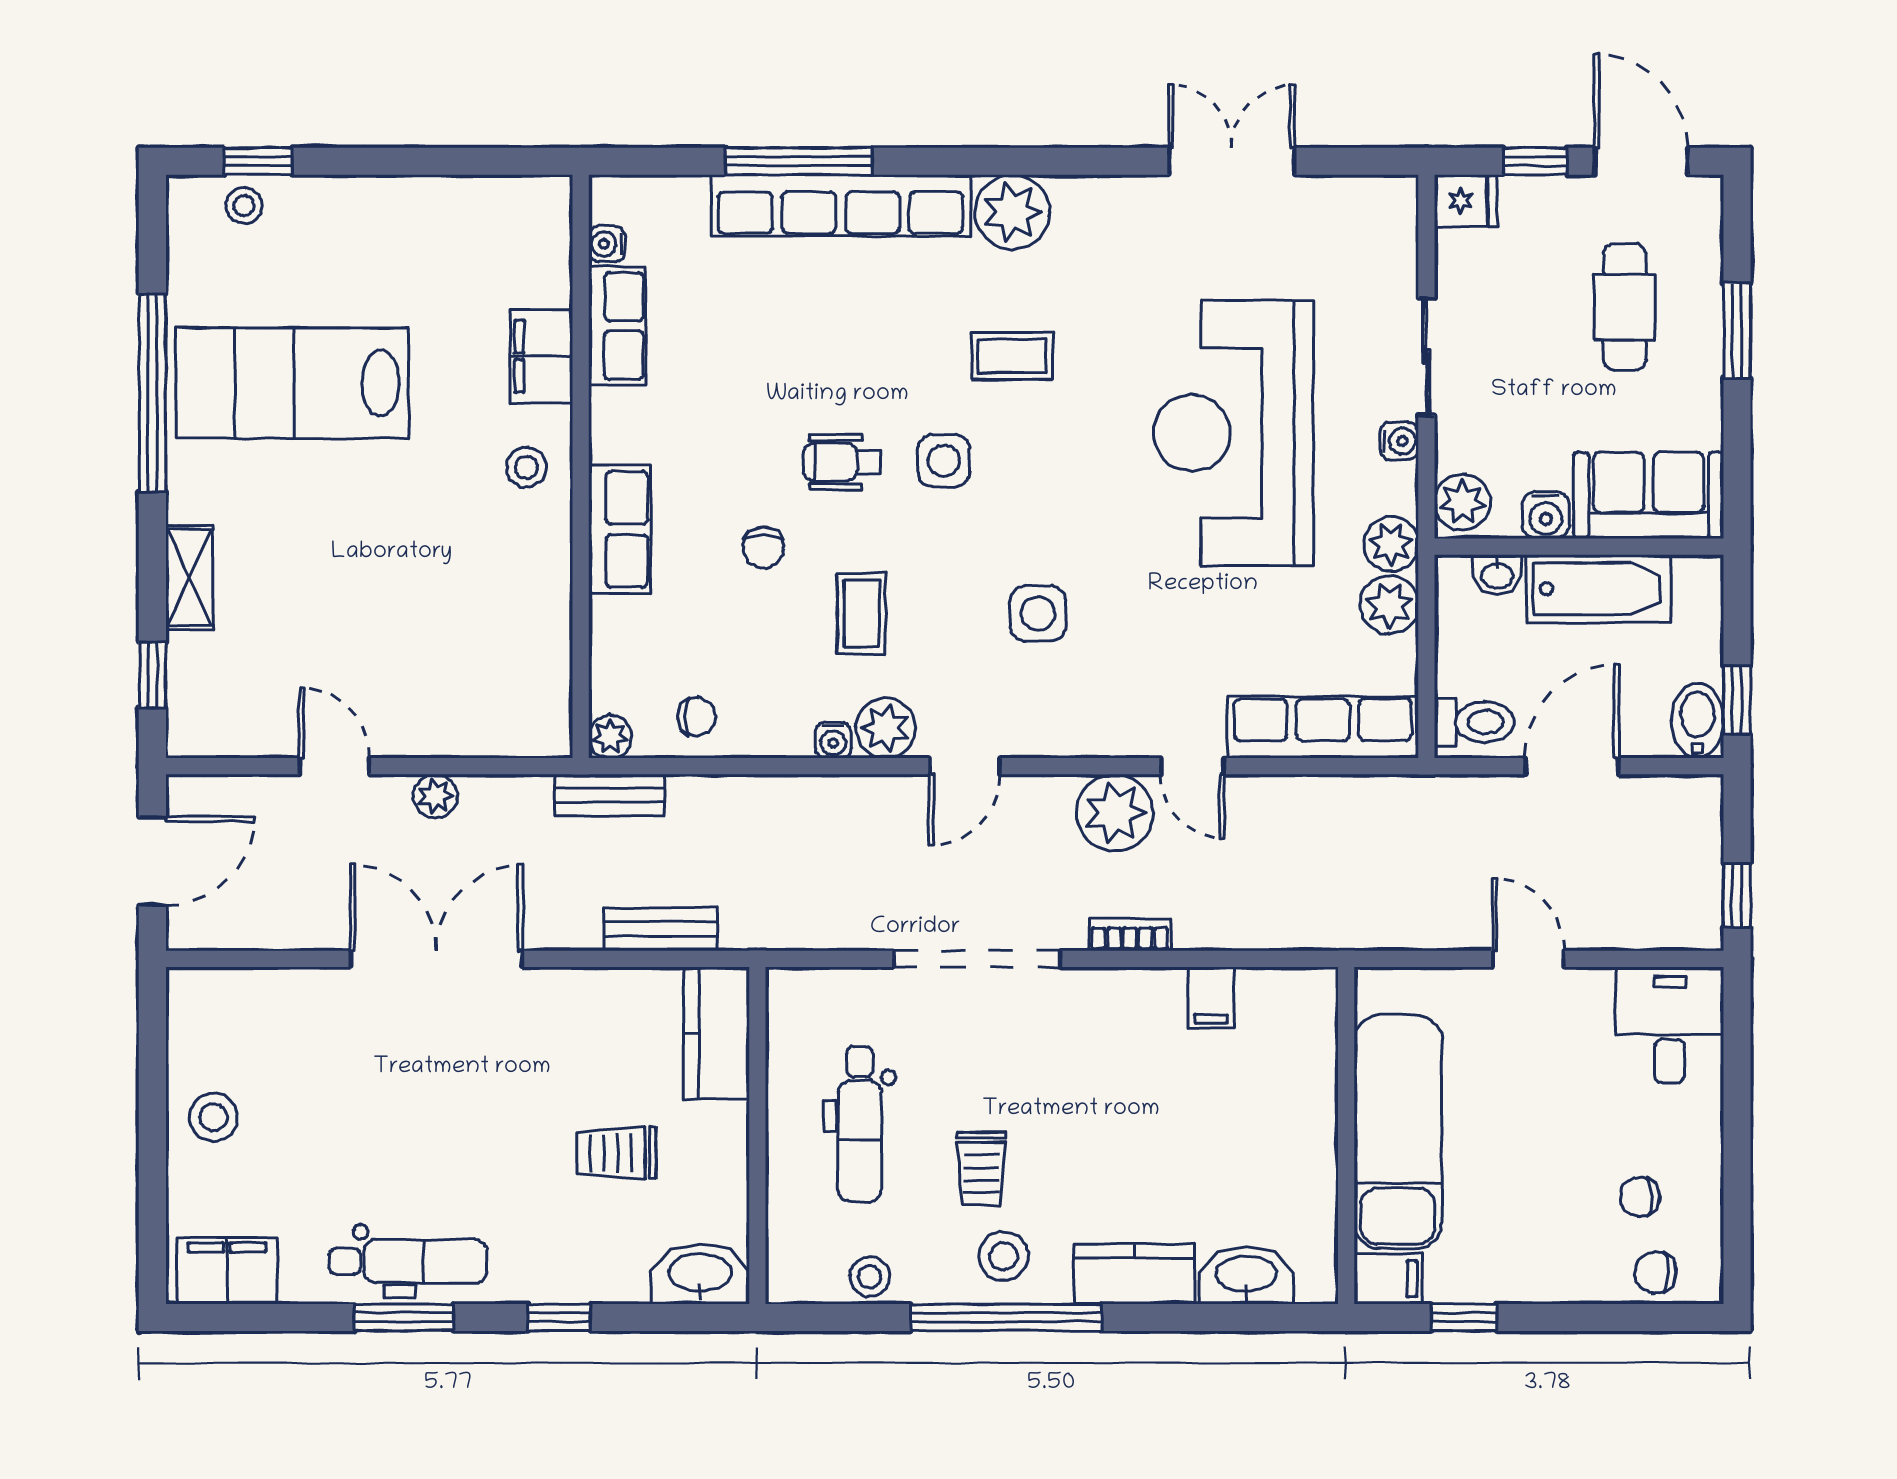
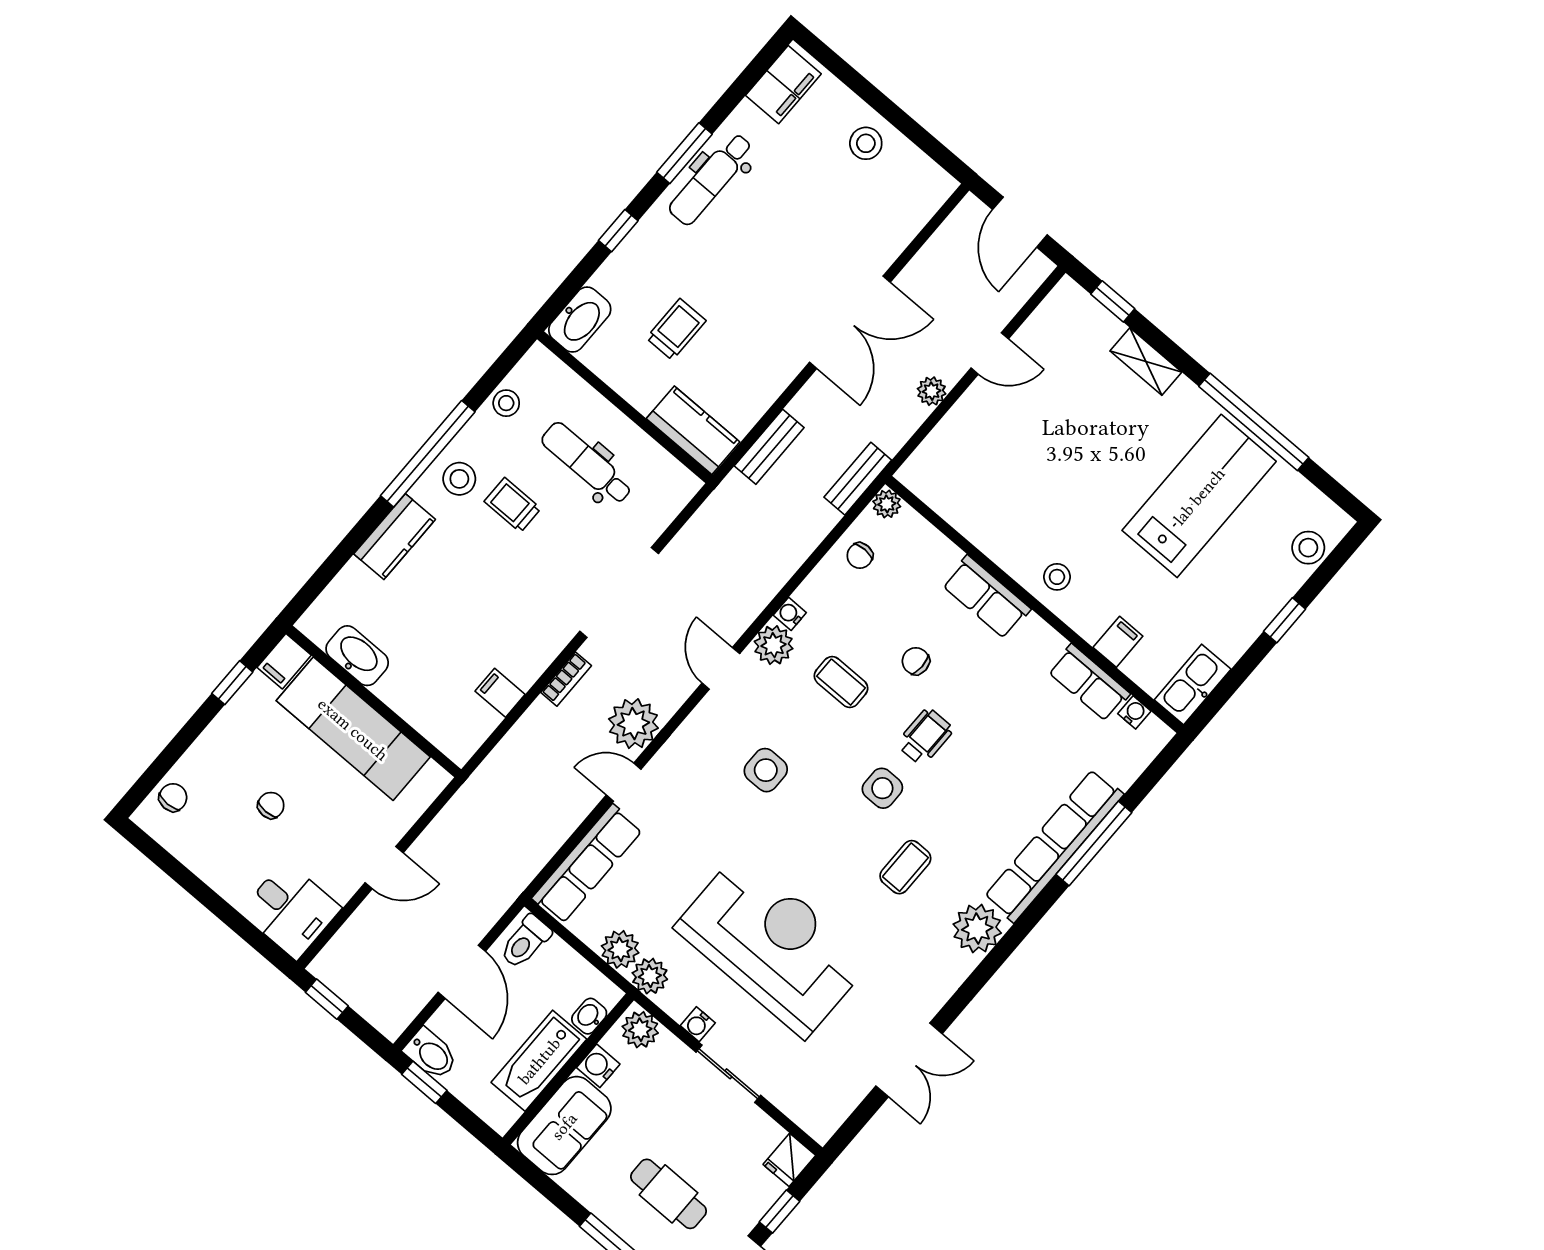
window: (258, 161) -> (1285, 620), moved
kitchen sink: (517, 204) -> (1193, 685), added
stool: (244, 205) -> (1308, 548), width x1.37, depth x1.37
filing cabinet: (541, 356) -> (1118, 642), width x0.50
chair: (1640, 1197) -> (271, 805), moved
washbasin: (1246, 1275) -> (357, 656), moved, turned -90

